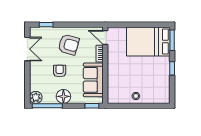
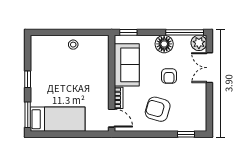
bed: (148, 41) -> (58, 119), width x0.67
double door: (27, 49) -> (209, 68), moved

